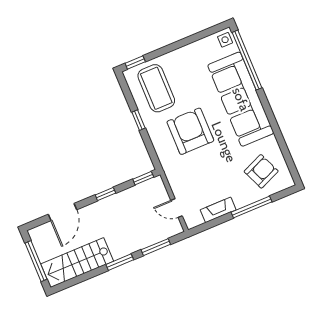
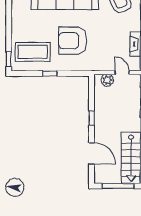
window: (143, 178) -> (92, 87), removed
plant: (160, 194) -> (107, 80), added
door: (177, 208) -> (122, 73), swing flipped

